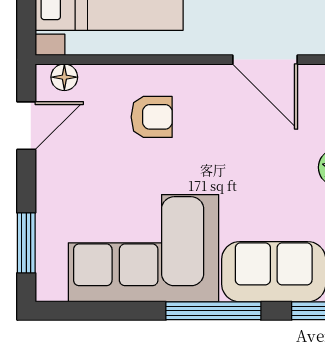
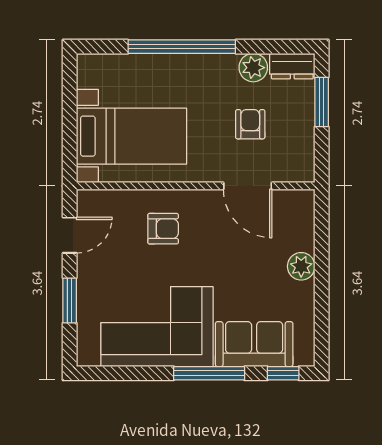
floor lamp: (64, 77) -> (98, 199), removed
window: (26, 243) -> (70, 300), moved

